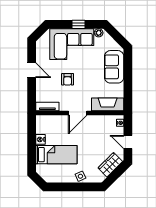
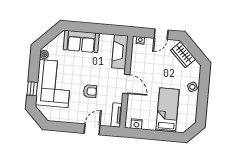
window: (79, 24) -> (32, 89), moved
door: (32, 70) -> (92, 129), moved
nightstand: (40, 139) -> (136, 124), moved

